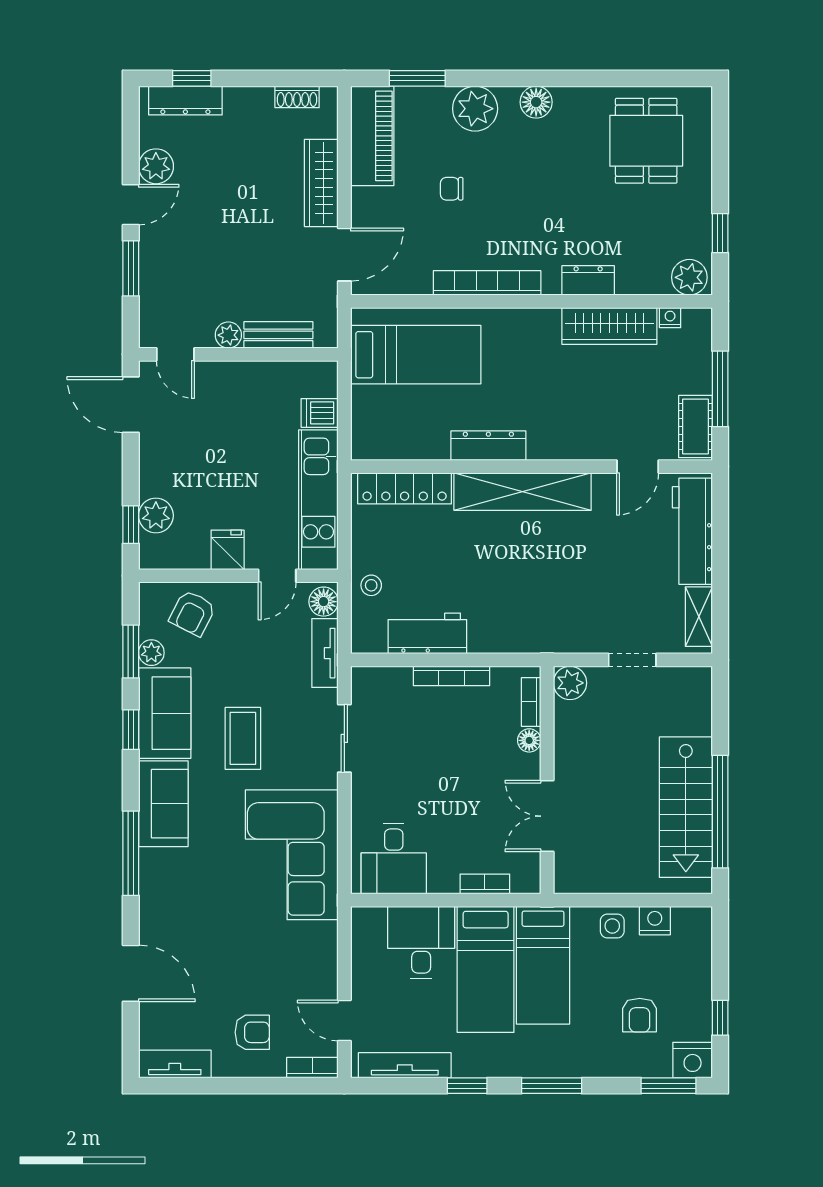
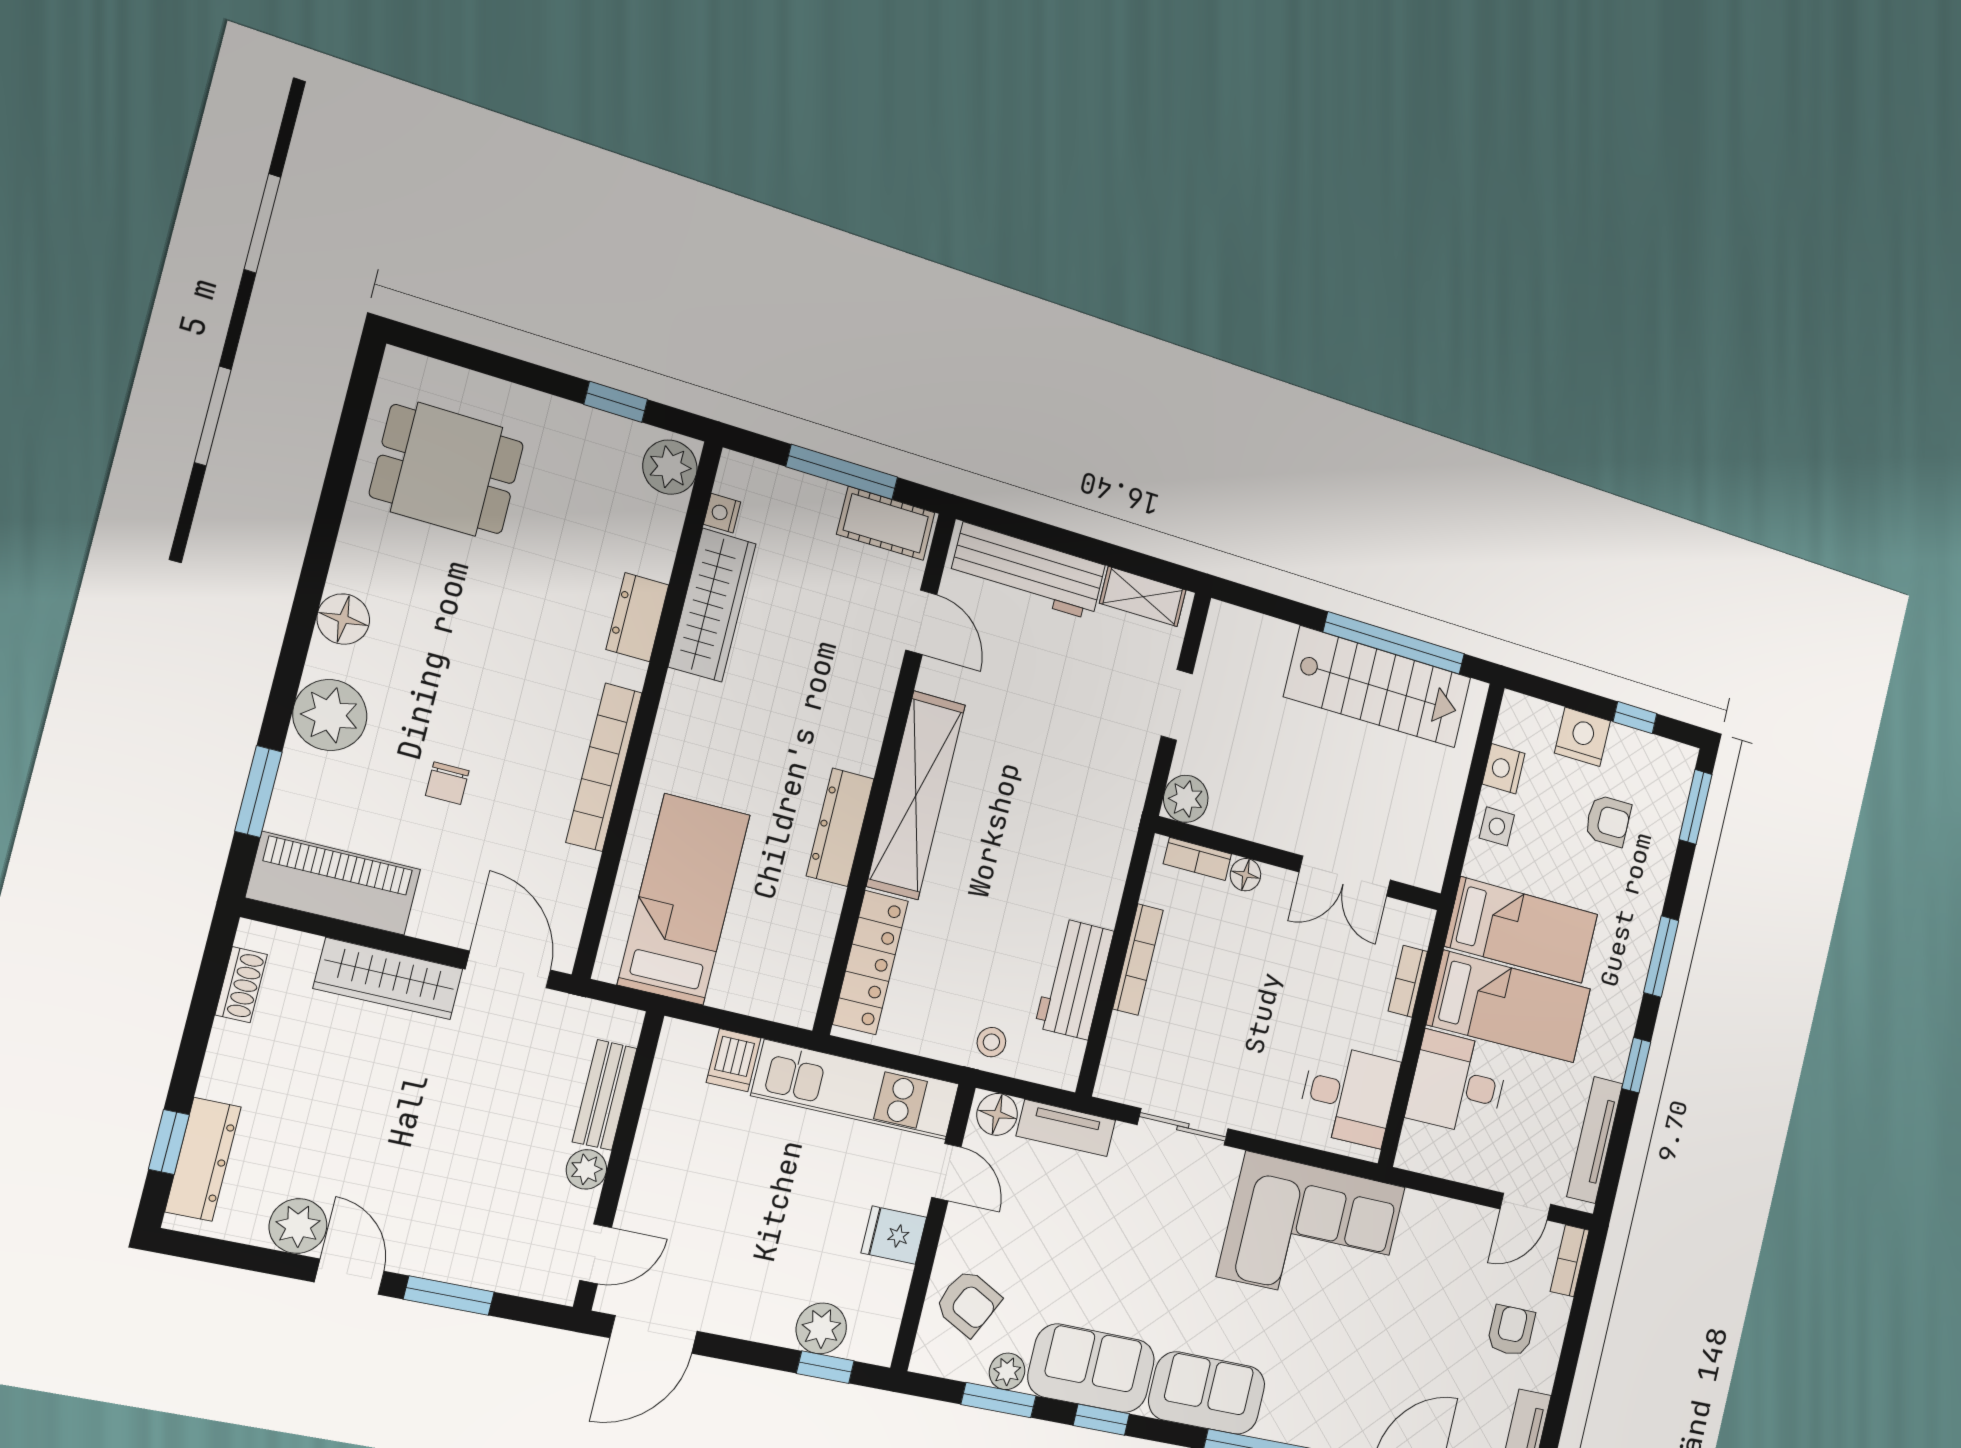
coffee table: (243, 738) -> (1150, 1267), removed
nightstand: (693, 1060) -> (1582, 737), moved, turned -90

